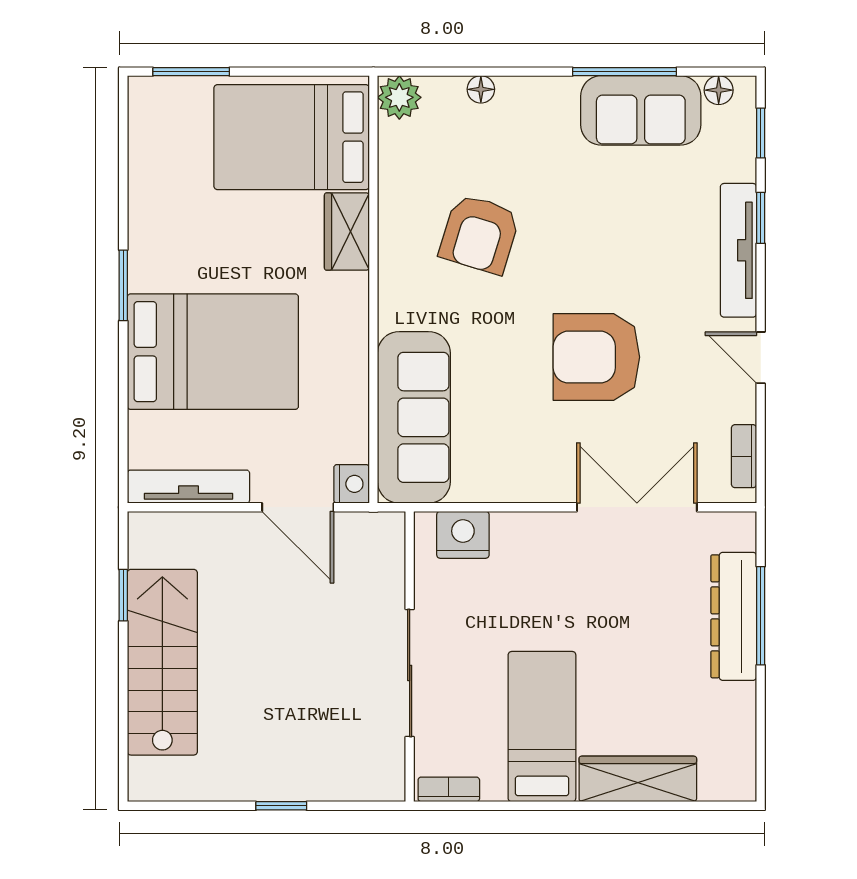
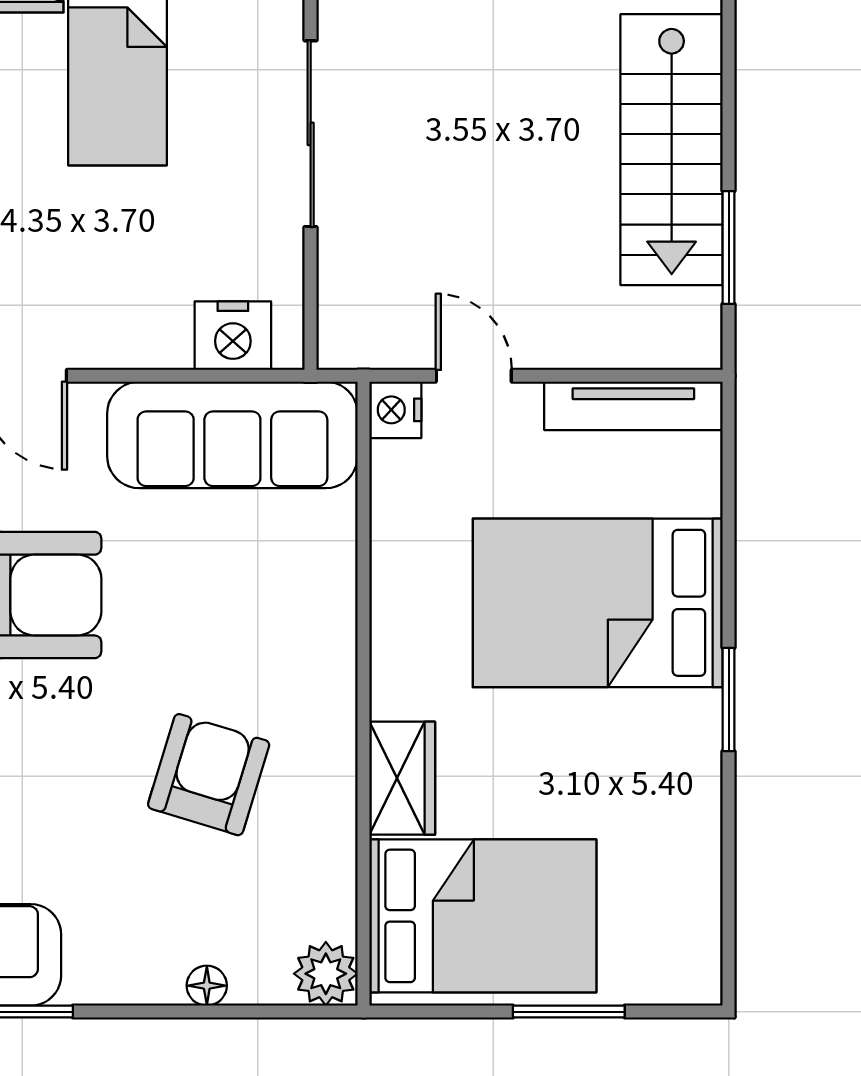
window: (191, 72) -> (569, 1012), moved
sofa: (414, 417) -> (232, 435), moved, turned -90
door: (298, 507) -> (474, 376), width x0.73
window: (123, 595) -> (729, 248), width x1.50

